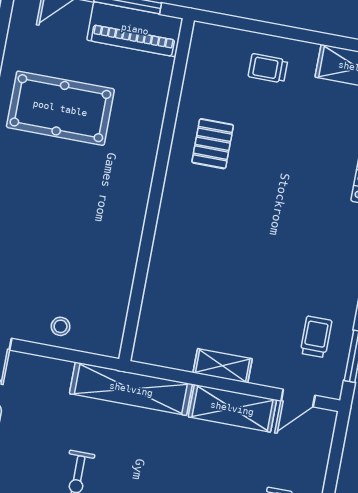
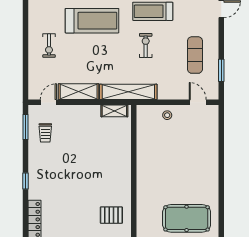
pallet: (213, 144) -> (111, 215), turned 90
shelving: (223, 366) -> (114, 111), moved

